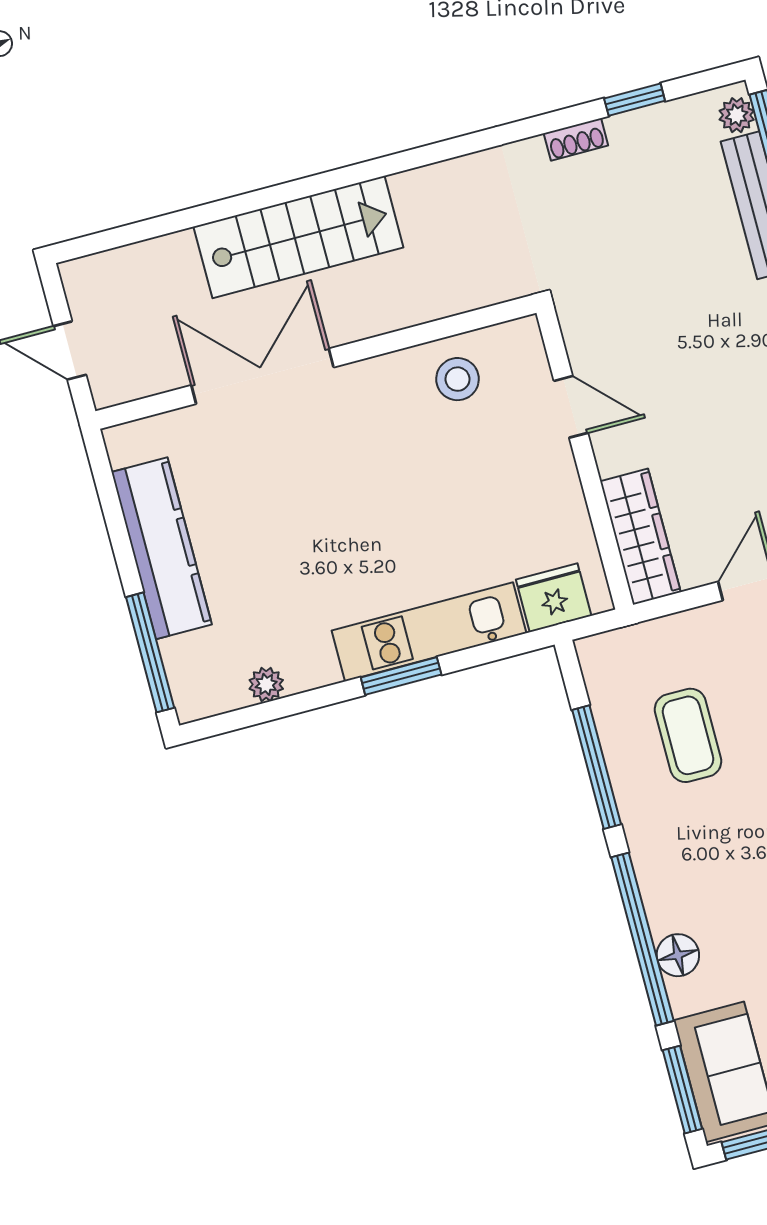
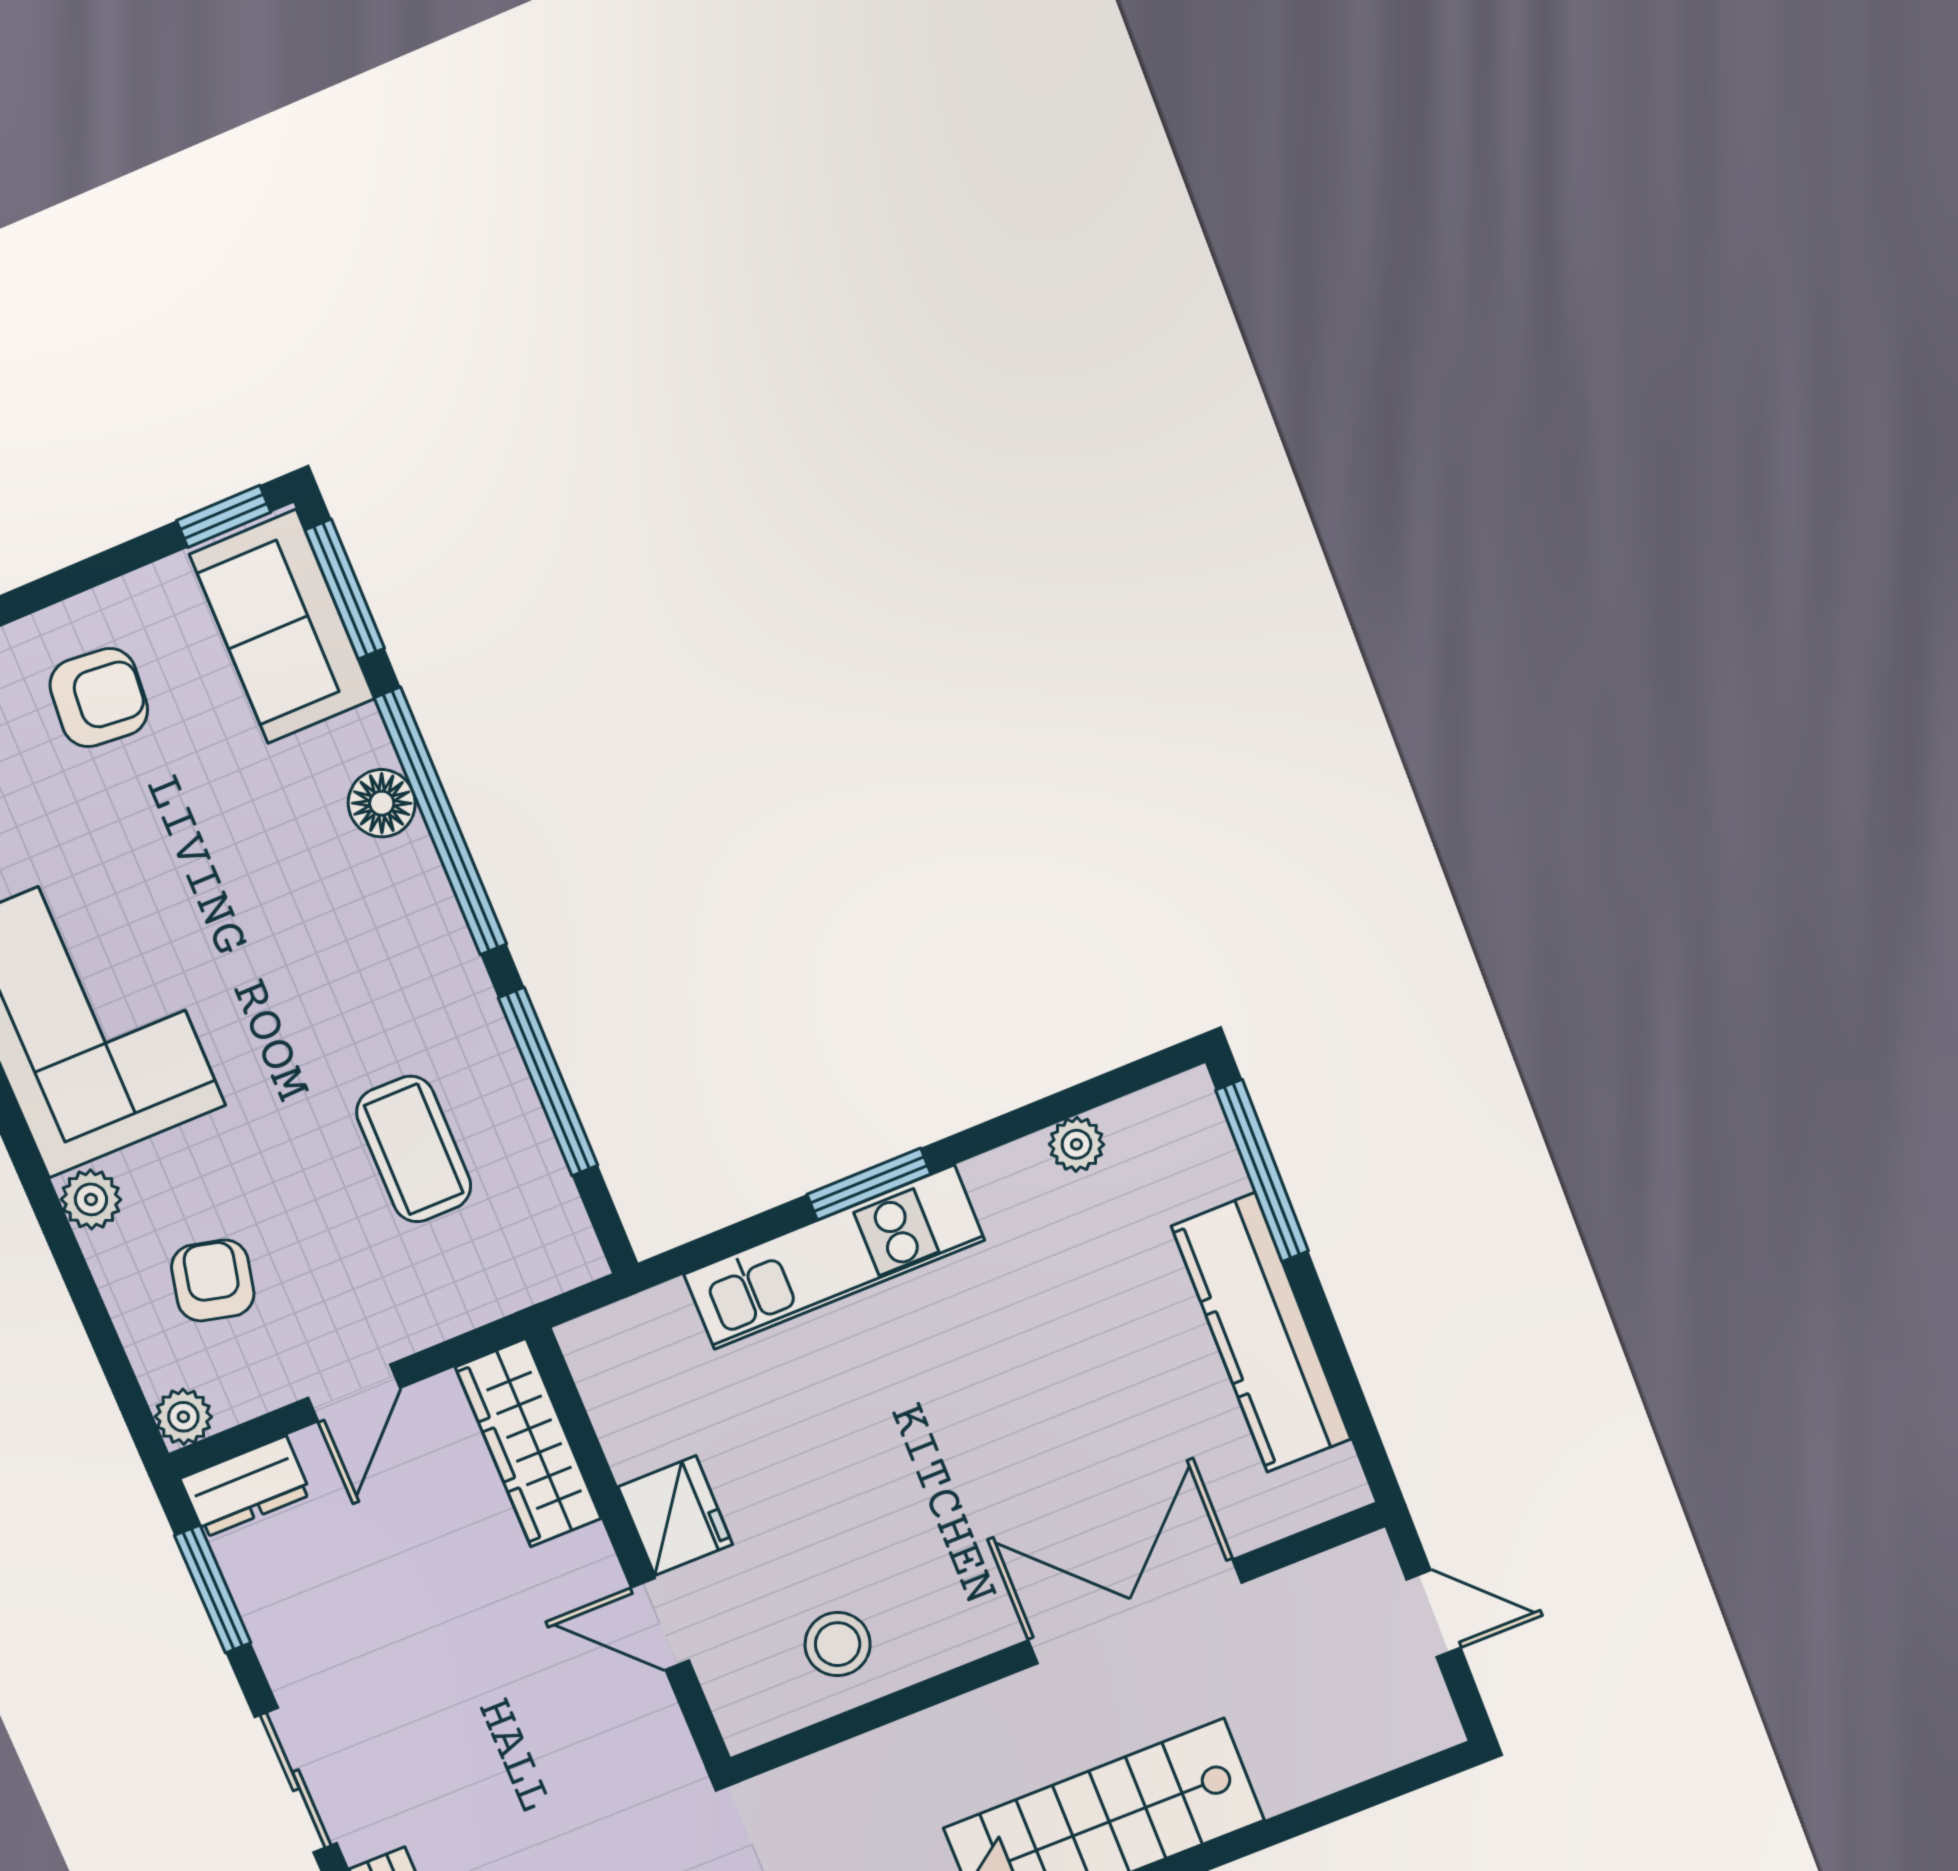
double door: (263, 376) -> (1135, 1612), swing flipped
fridge: (554, 598) -> (675, 1516), moved, turned -90

